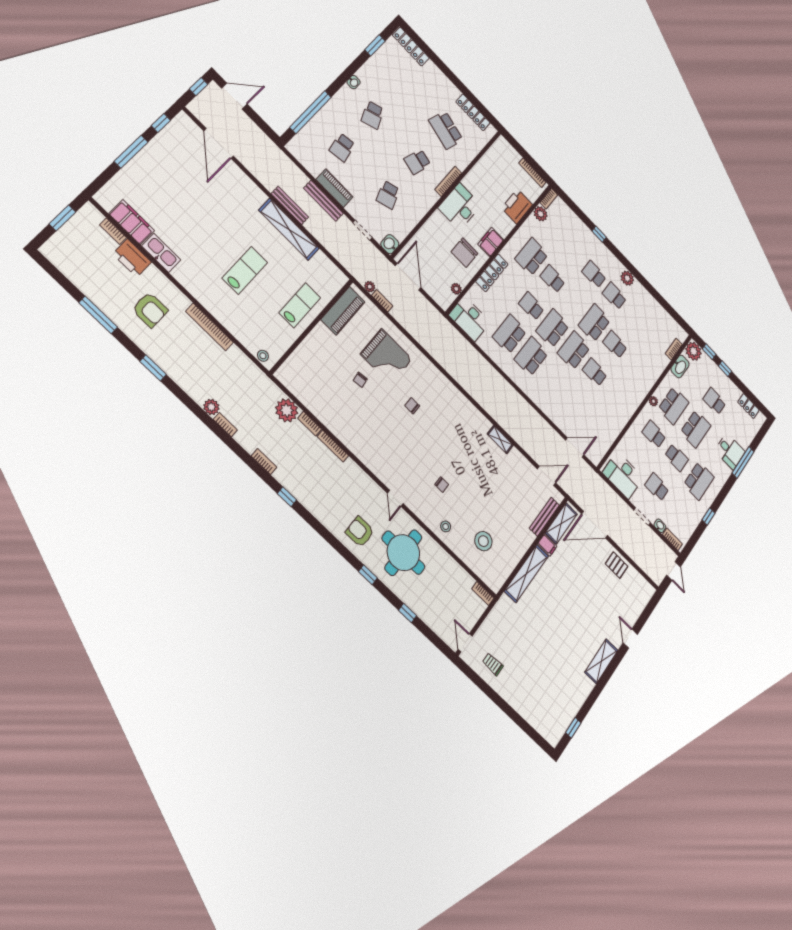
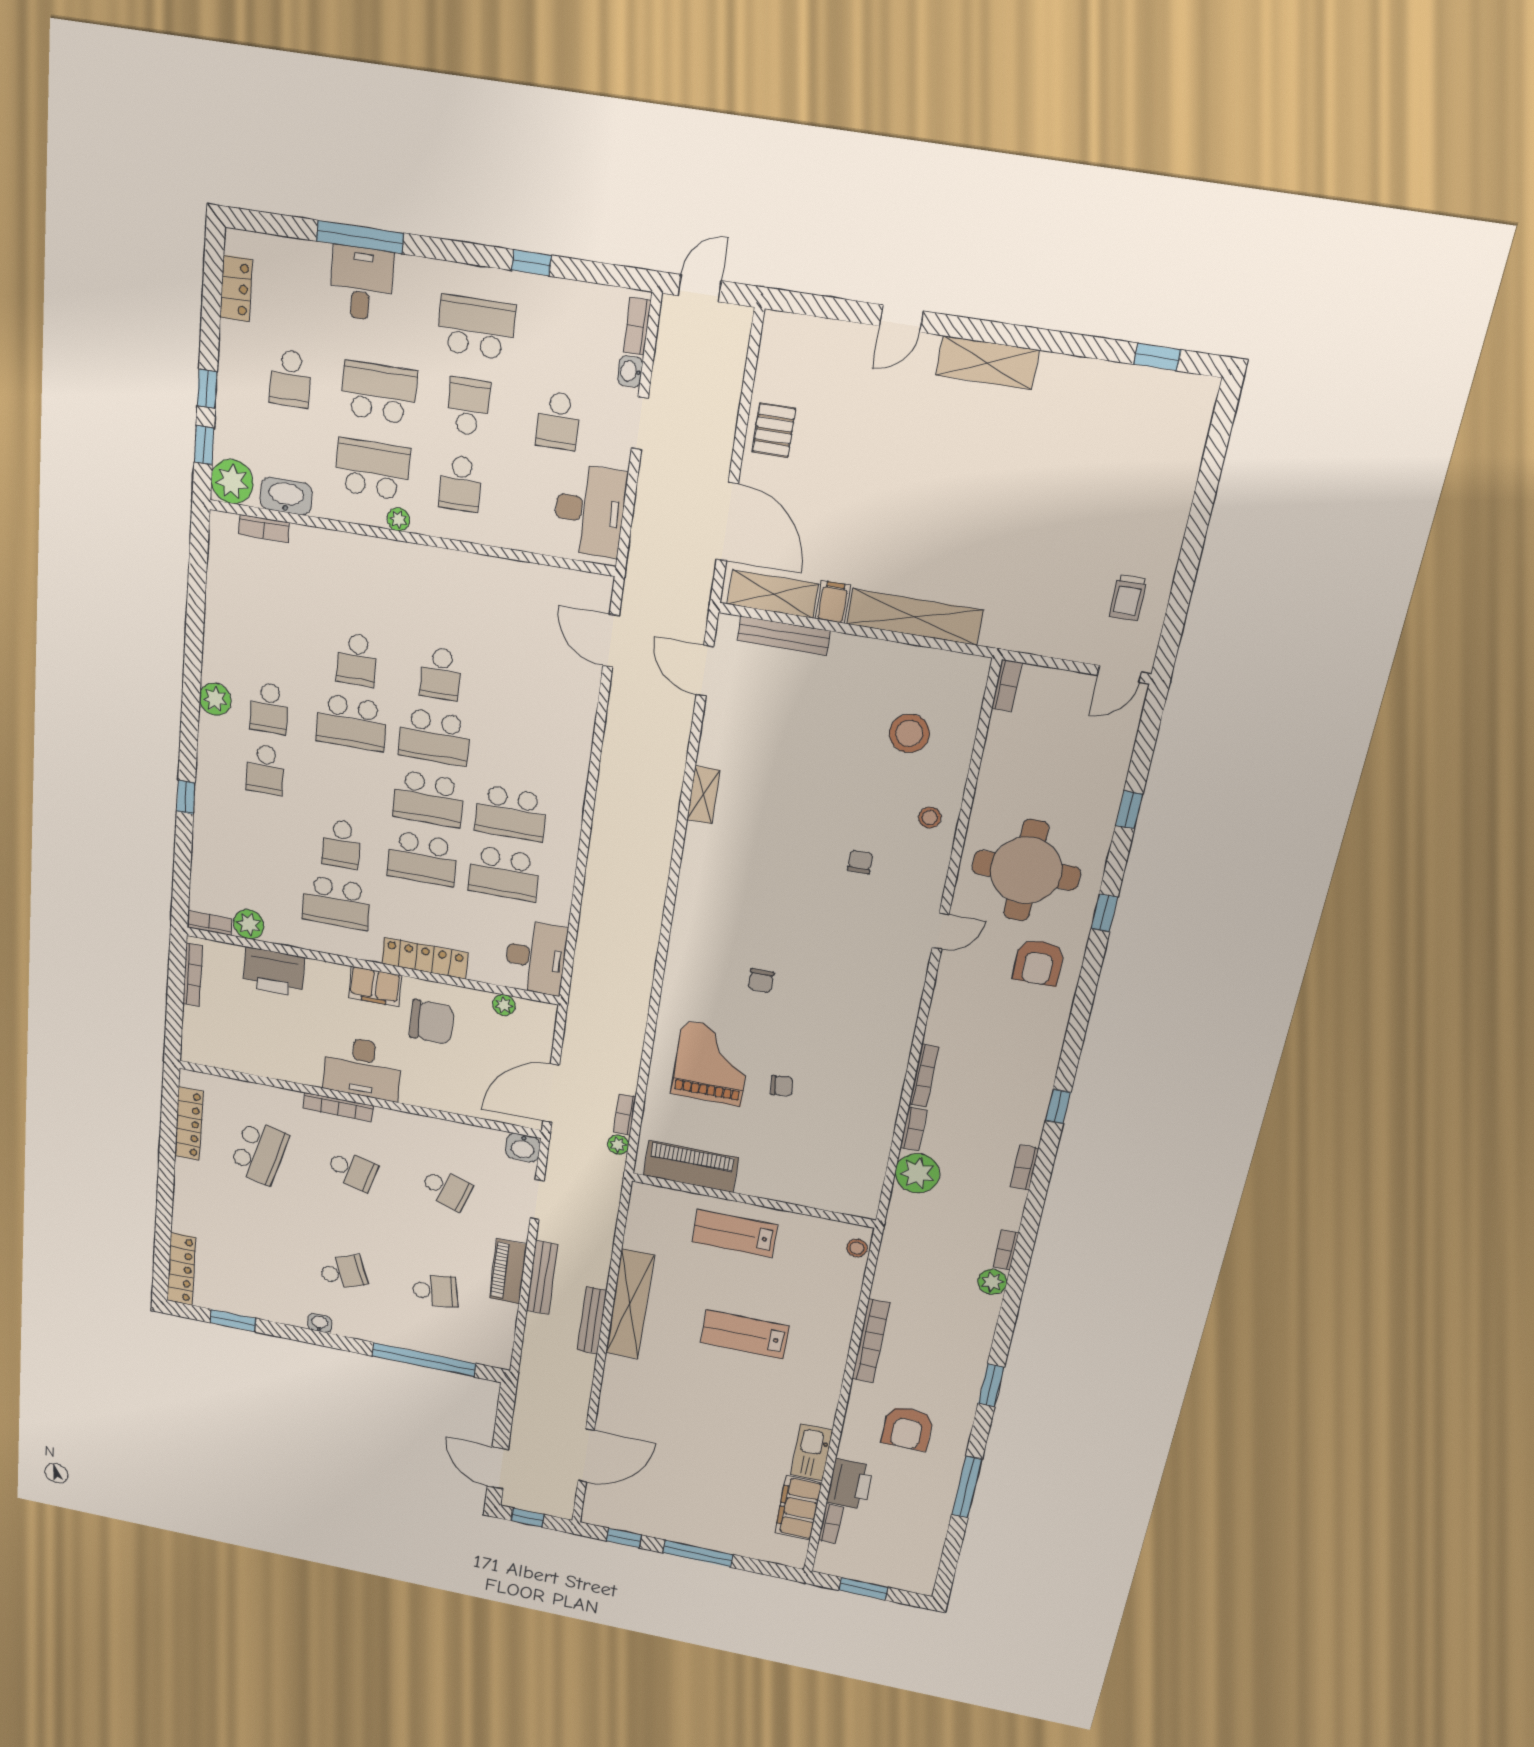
school desk: (388, 195) -> (446, 1189), turned 36
school desk: (531, 306) -> (422, 859), width x1.85
armchair: (150, 310) -> (907, 1428), turned 180

